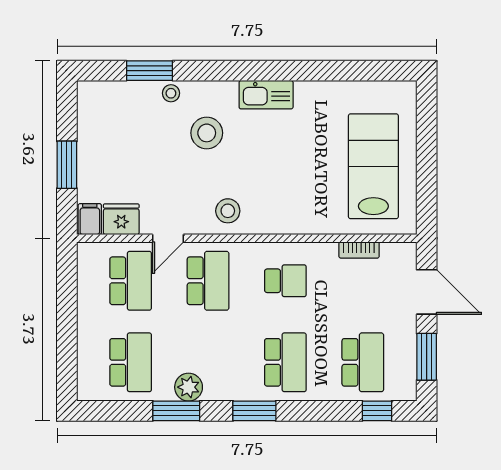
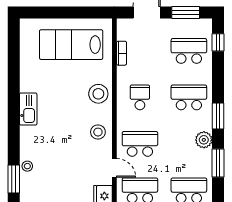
stool: (207, 133) -> (98, 94), moved
plant: (189, 387) -> (204, 140), moved

